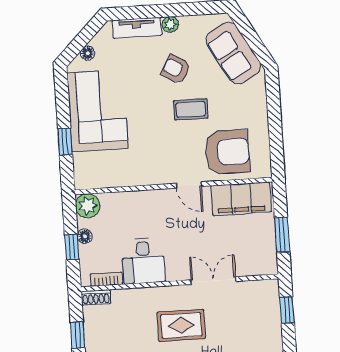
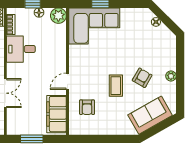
tv unit: (137, 28) -> (170, 54), removed
corner sofa: (98, 111) -> (94, 26), moved
armchair: (227, 152) -> (87, 107), width x0.53, depth x0.53

